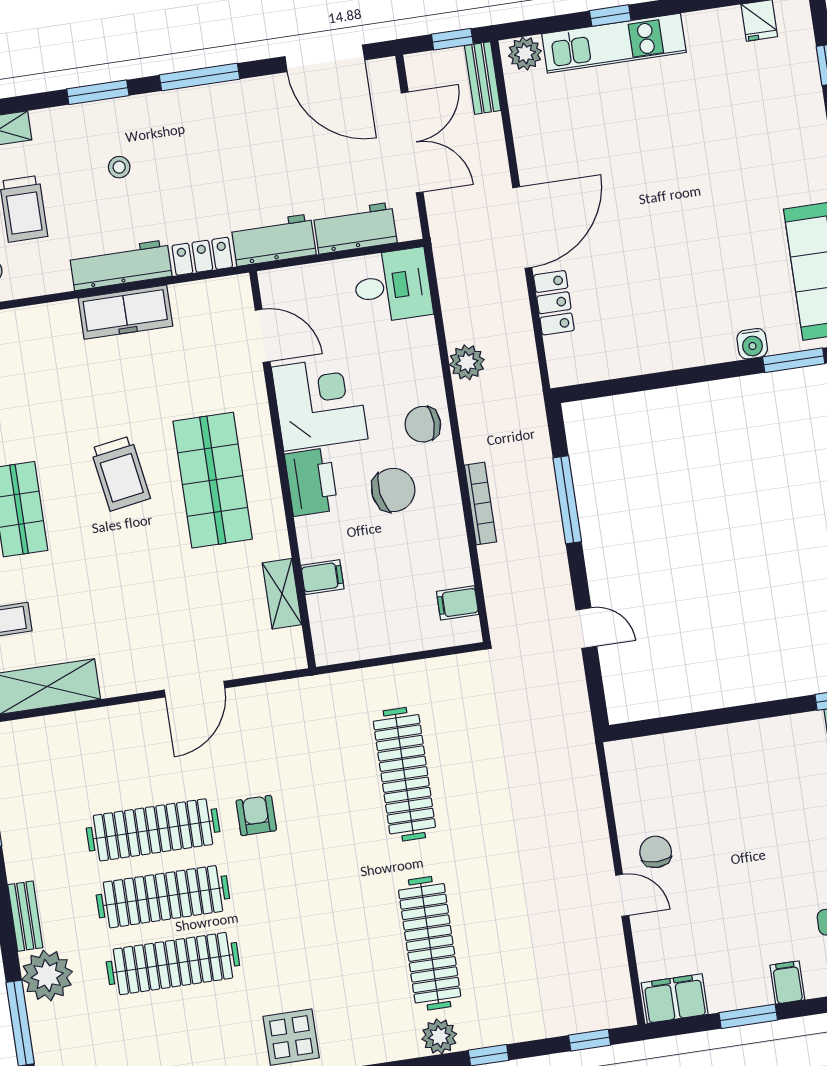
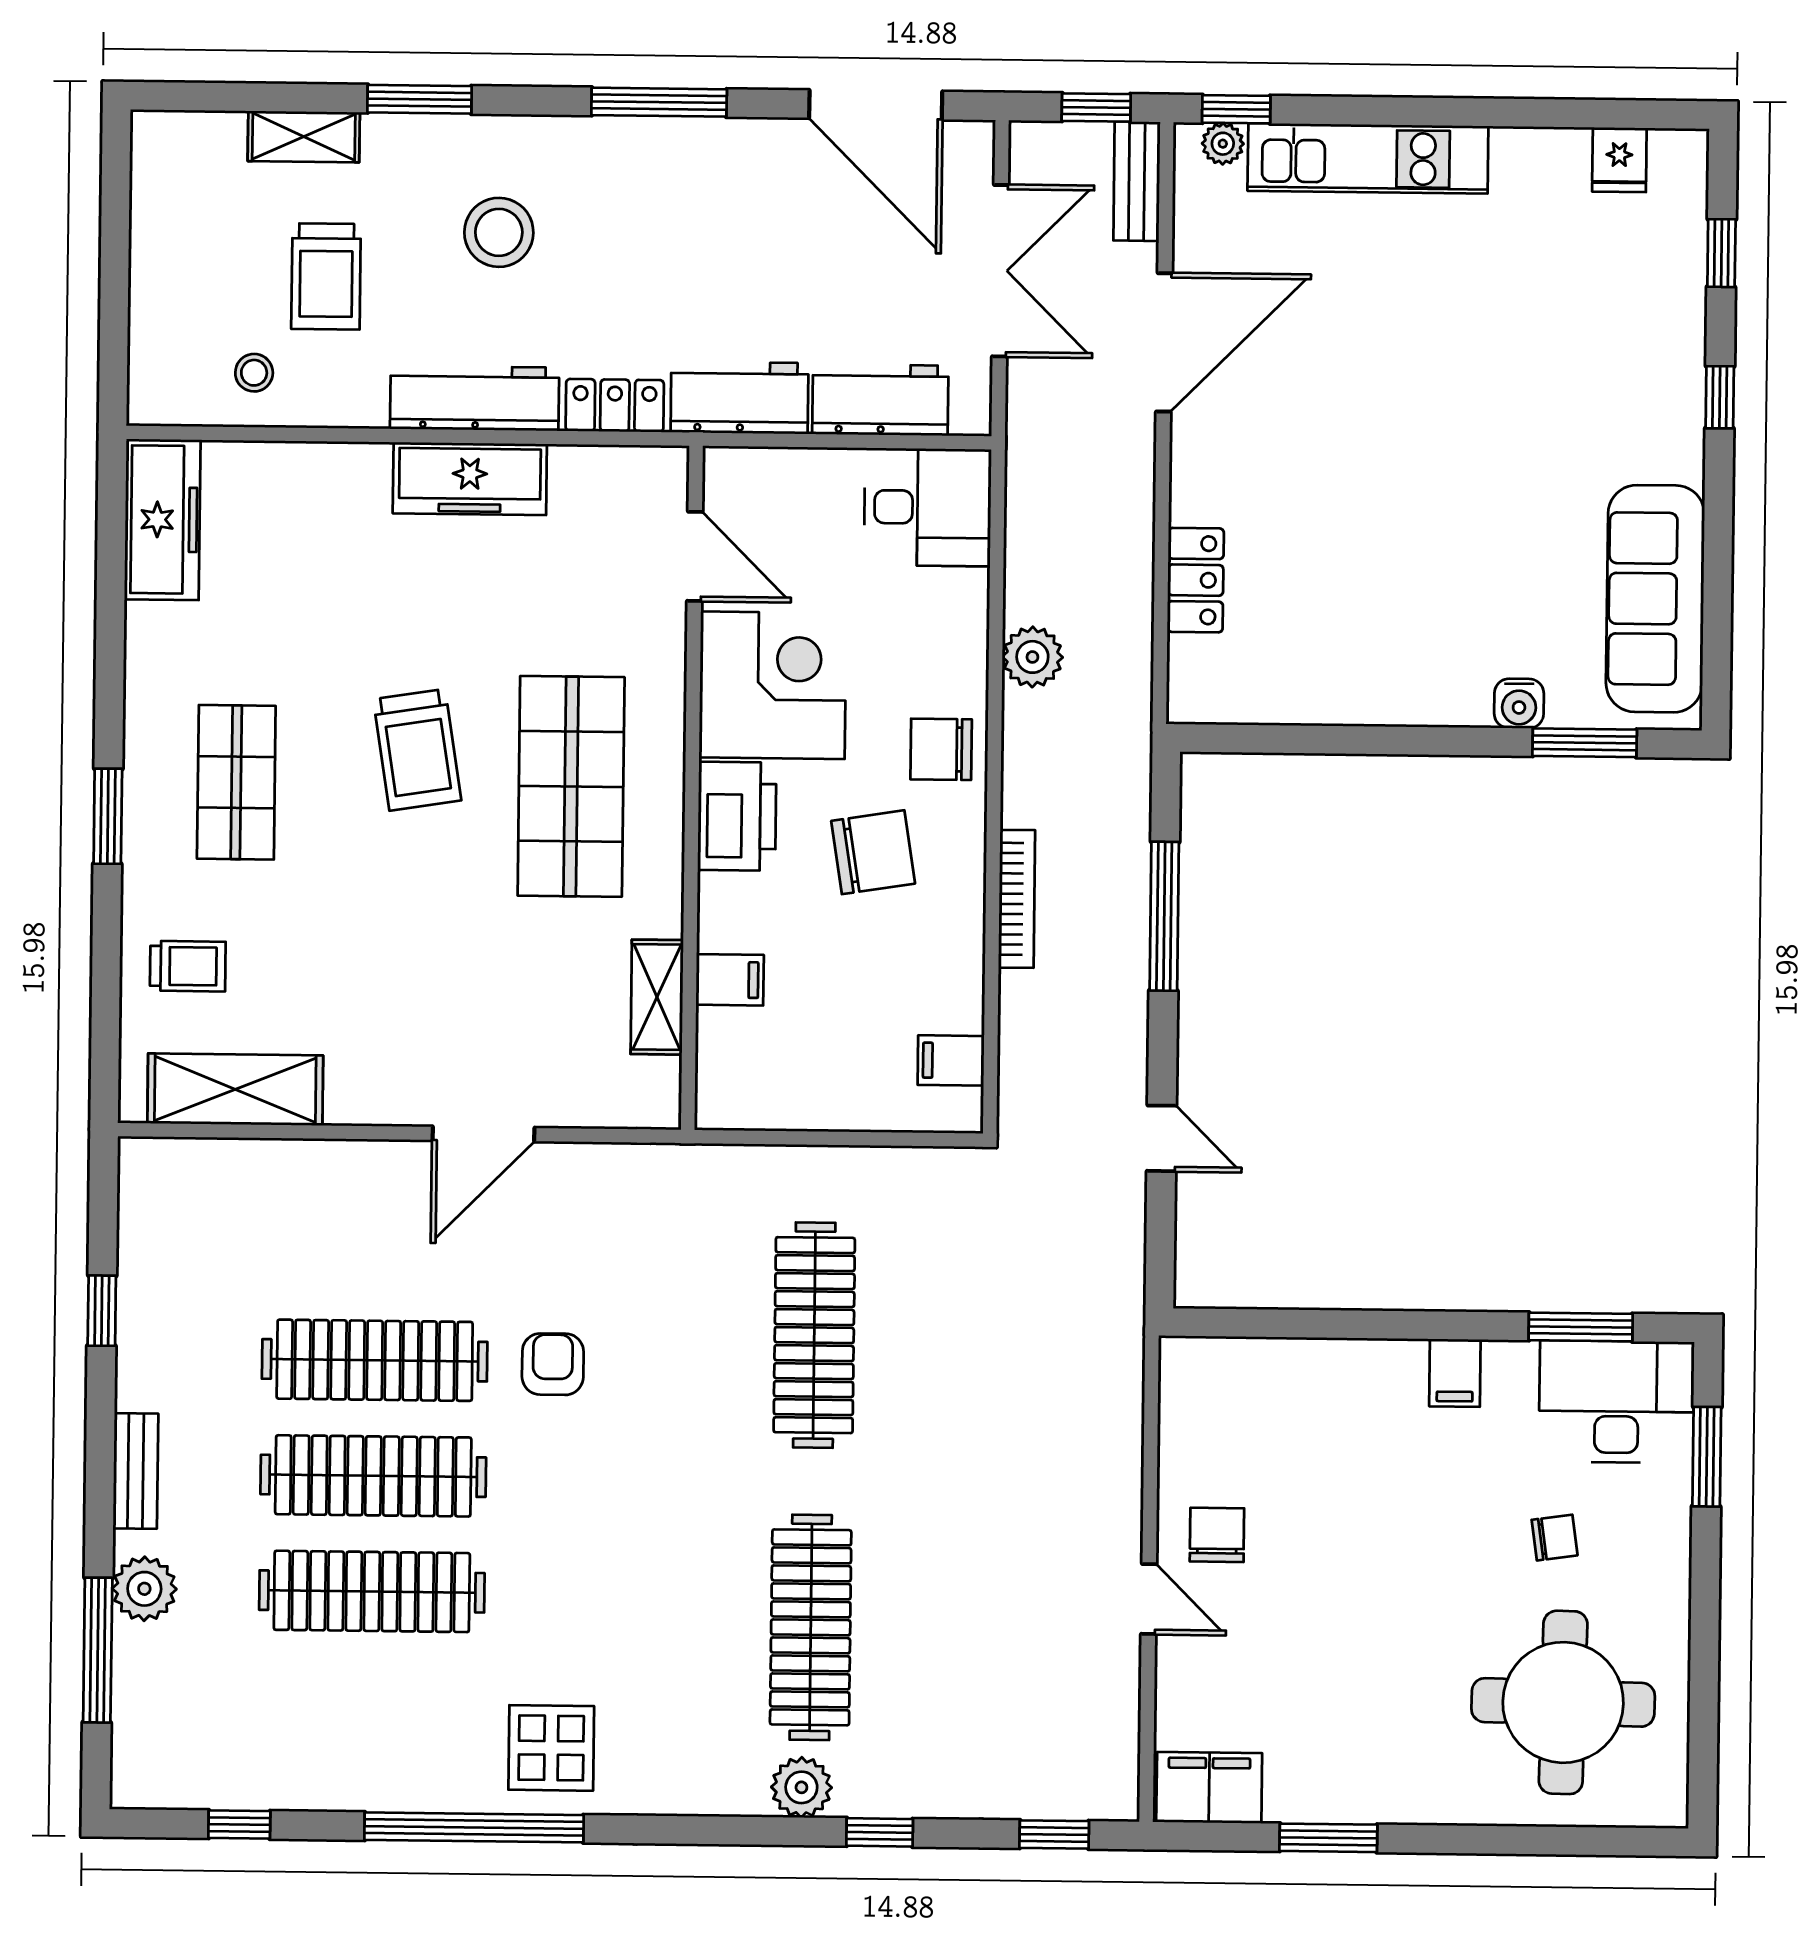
window: (610, 16) -> (1236, 109), moved
plant: (525, 53) -> (1223, 144), width x0.73, depth x0.73
window: (98, 92) -> (420, 99), moved
stool: (119, 167) -> (499, 232), width x1.89, depth x1.89
door: (522, 228) -> (1164, 342), moved
plant: (47, 976) -> (144, 1589), width x0.73, depth x0.73
filing cabinet: (787, 982) -> (1455, 1373), moved, turned 180

